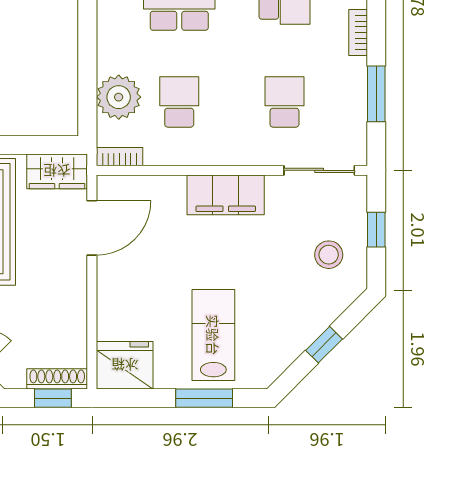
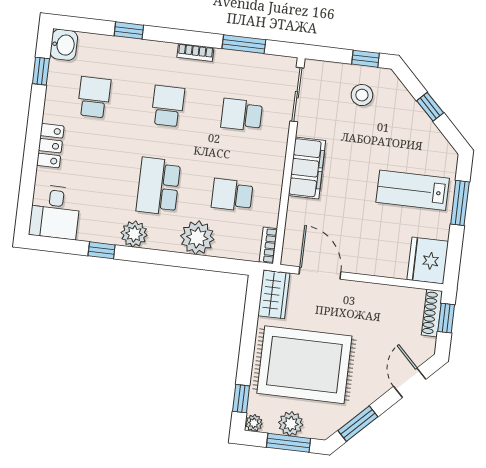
plant: (119, 97) -> (197, 238), moved
window: (376, 230) -> (365, 59), moved

